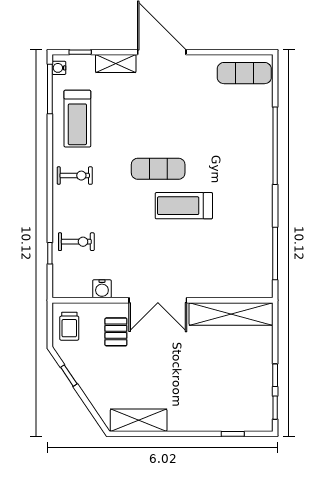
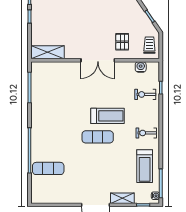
exercise mat: (244, 73) -> (48, 168), moved
treadmill: (77, 119) -> (145, 166), turned 180
treadmill: (184, 206) -> (108, 116), moved
water cooler: (102, 289) -> (141, 67), moved
double door: (158, 300) -> (98, 60), swing flipped
shelving: (231, 314) -> (47, 52), width x0.68

